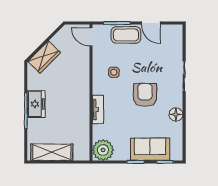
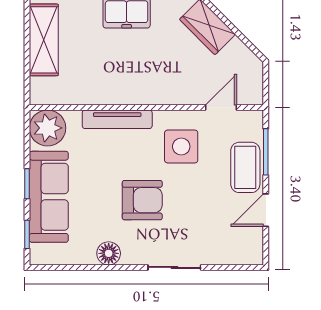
door: (91, 37) -> (221, 107), moved
side table: (114, 72) -> (181, 147), width x1.87, depth x1.87
tv unit: (98, 109) -> (117, 119), width x1.41
sofa: (150, 149) -> (49, 197), width x1.36

